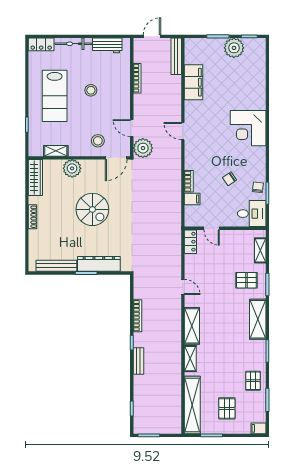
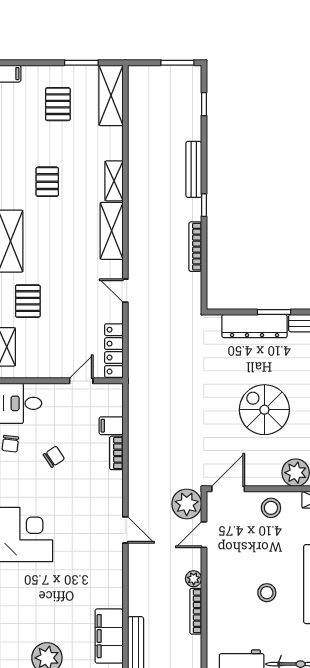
filing cabinet: (194, 82) -> (109, 636), moved
plant: (139, 99) -> (194, 579), added
door: (132, 128) -> (204, 535), swing flipped
stool: (98, 141) -> (271, 508), moved
door: (212, 228) -> (81, 381), hinge flipped
locker: (190, 242) -> (114, 351), width x1.53
pallet: (246, 280) -> (28, 301), turned 90
bench: (138, 361) -> (194, 169), width x1.36
pallet: (253, 381) -> (47, 182), moved
shelving: (192, 405) -> (111, 95), width x0.68

